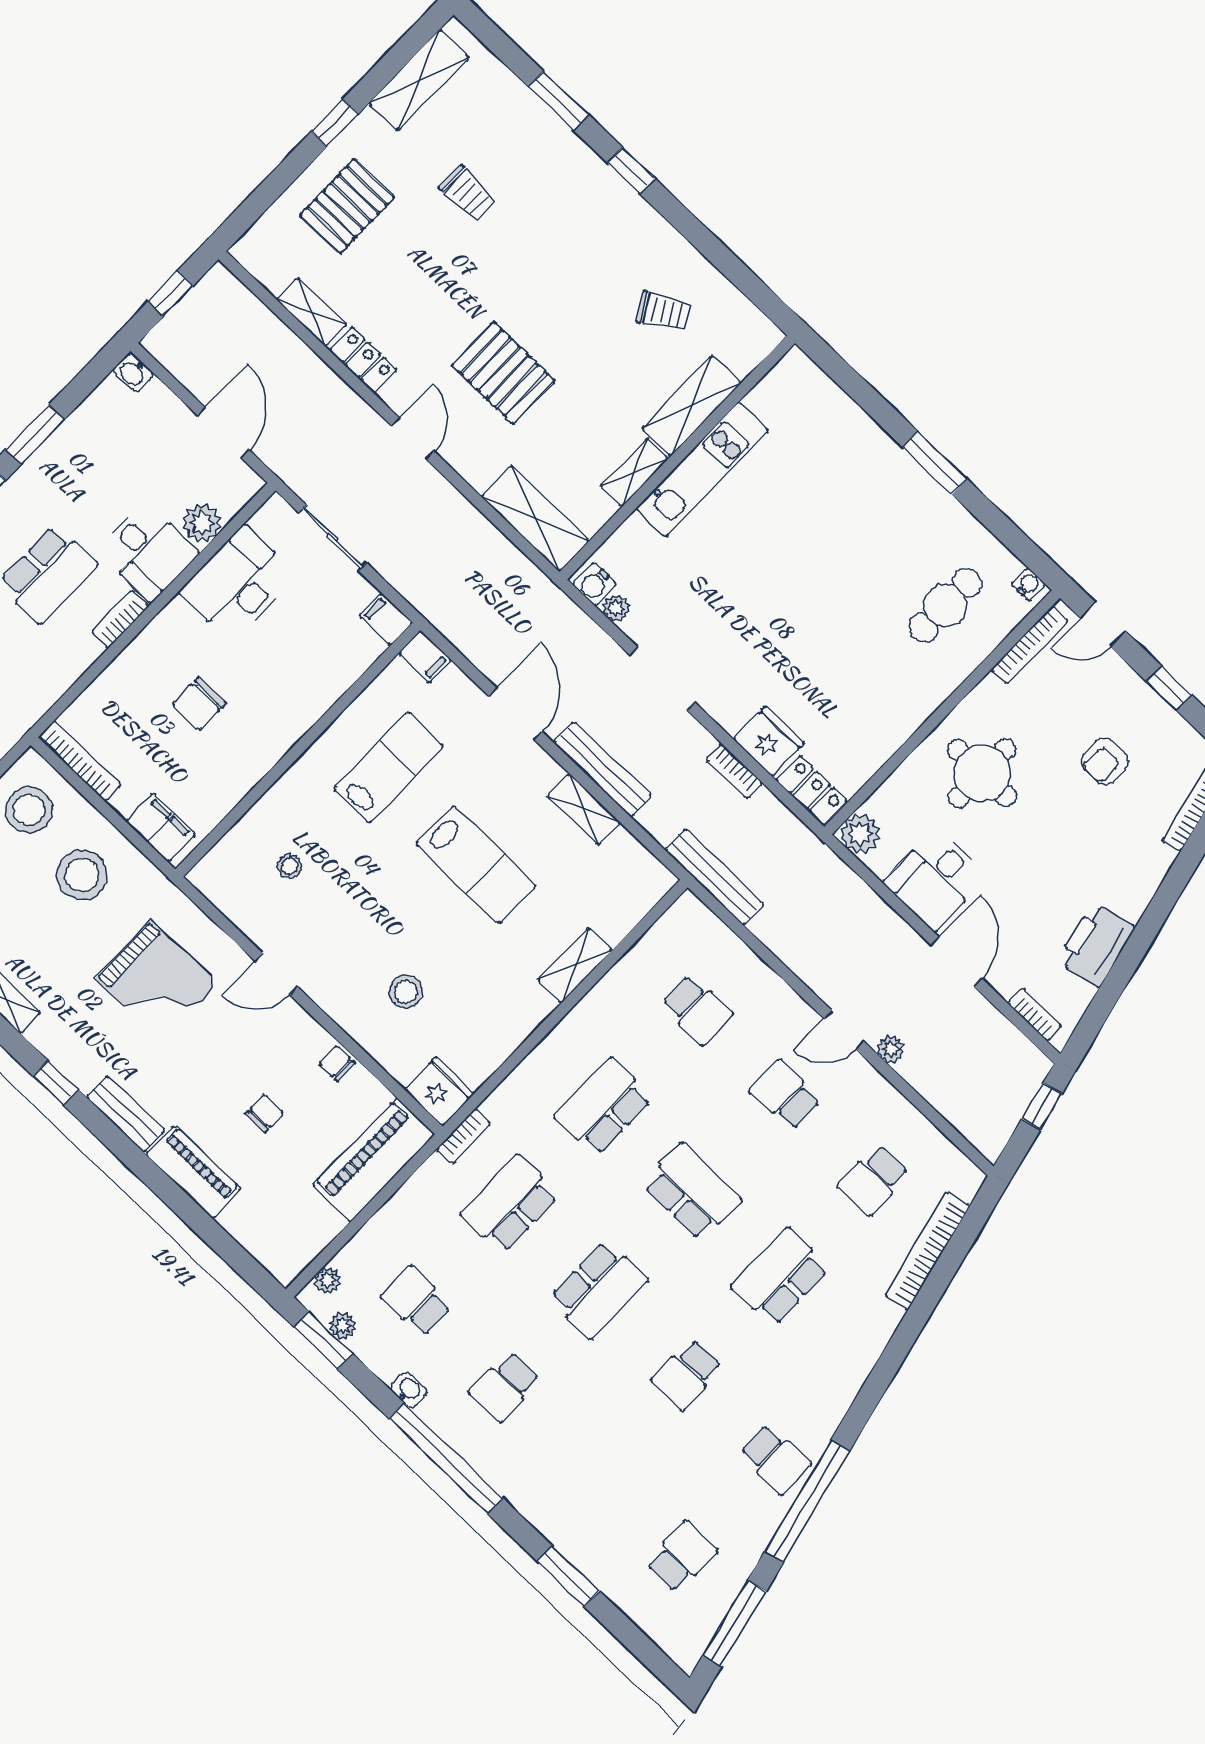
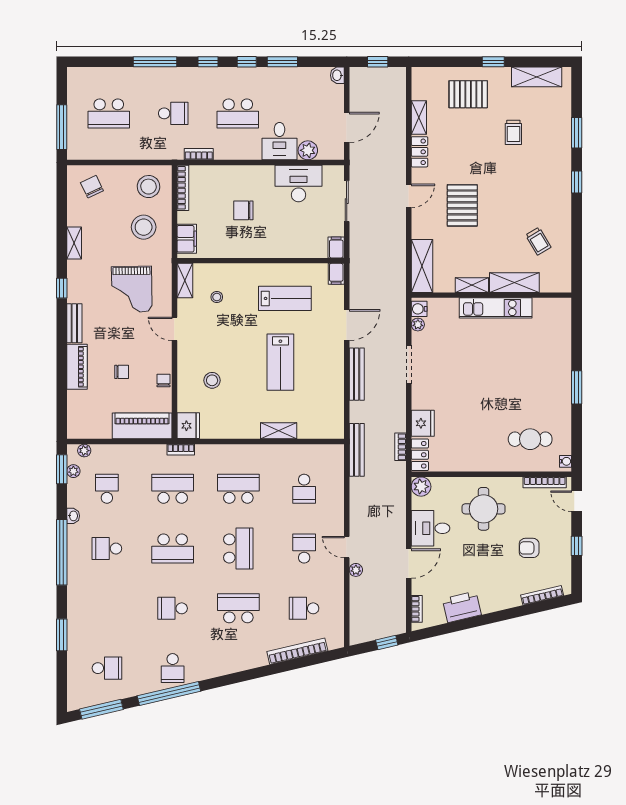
bookcase: (120, 619) -> (199, 154), moved
bookcase: (734, 771) -> (401, 447), moved
shelving: (584, 809) -> (185, 281), moved

